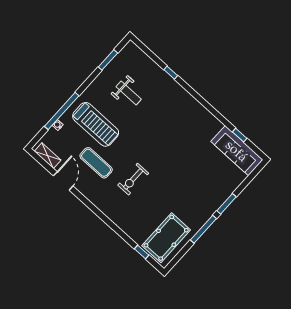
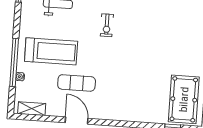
exercise bike: (133, 179) -> (107, 25), moved, width x0.73, depth x0.72
door: (63, 181) -> (77, 121), moved

